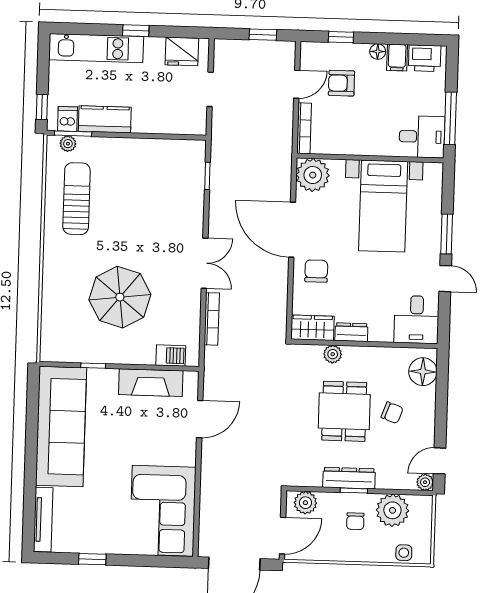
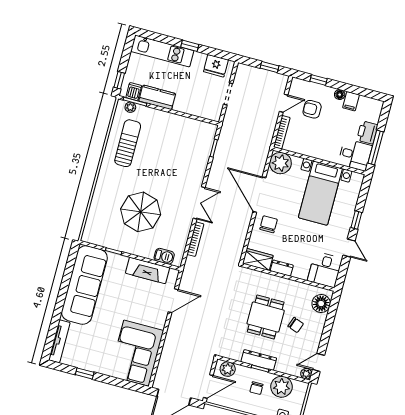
printer: (425, 58) -> (367, 132), moved, turned 90
window: (447, 234) -> (356, 220), width x0.67
plant: (333, 354) -> (267, 279), removed

